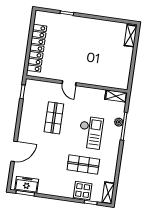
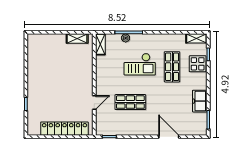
shelving: (131, 36) -> (77, 38), moved
door: (69, 83) -> (94, 103), moved
checkout: (90, 133) -> (140, 64), turned 180
freezer: (27, 185) -> (200, 101), moved

